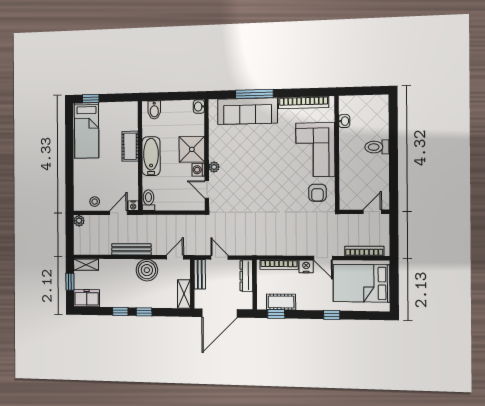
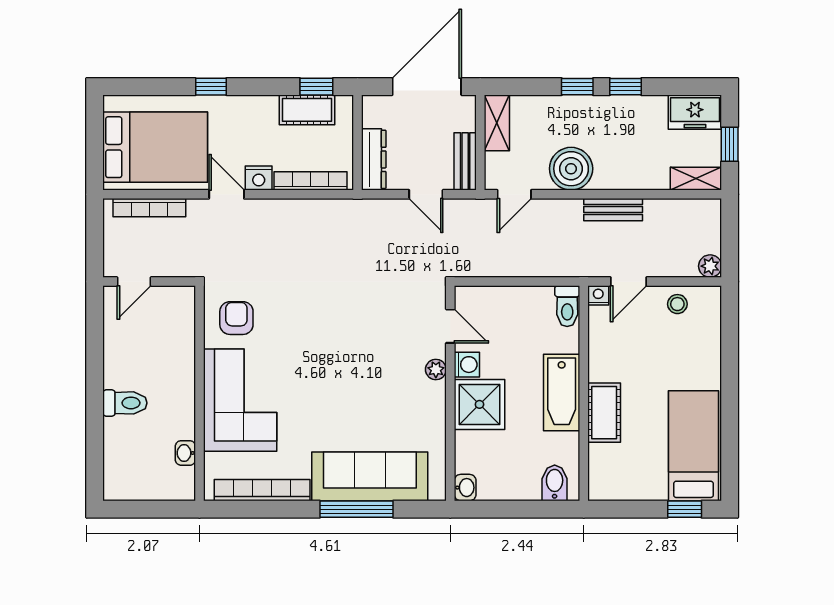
bench: (131, 249) -> (613, 210), width x0.73

